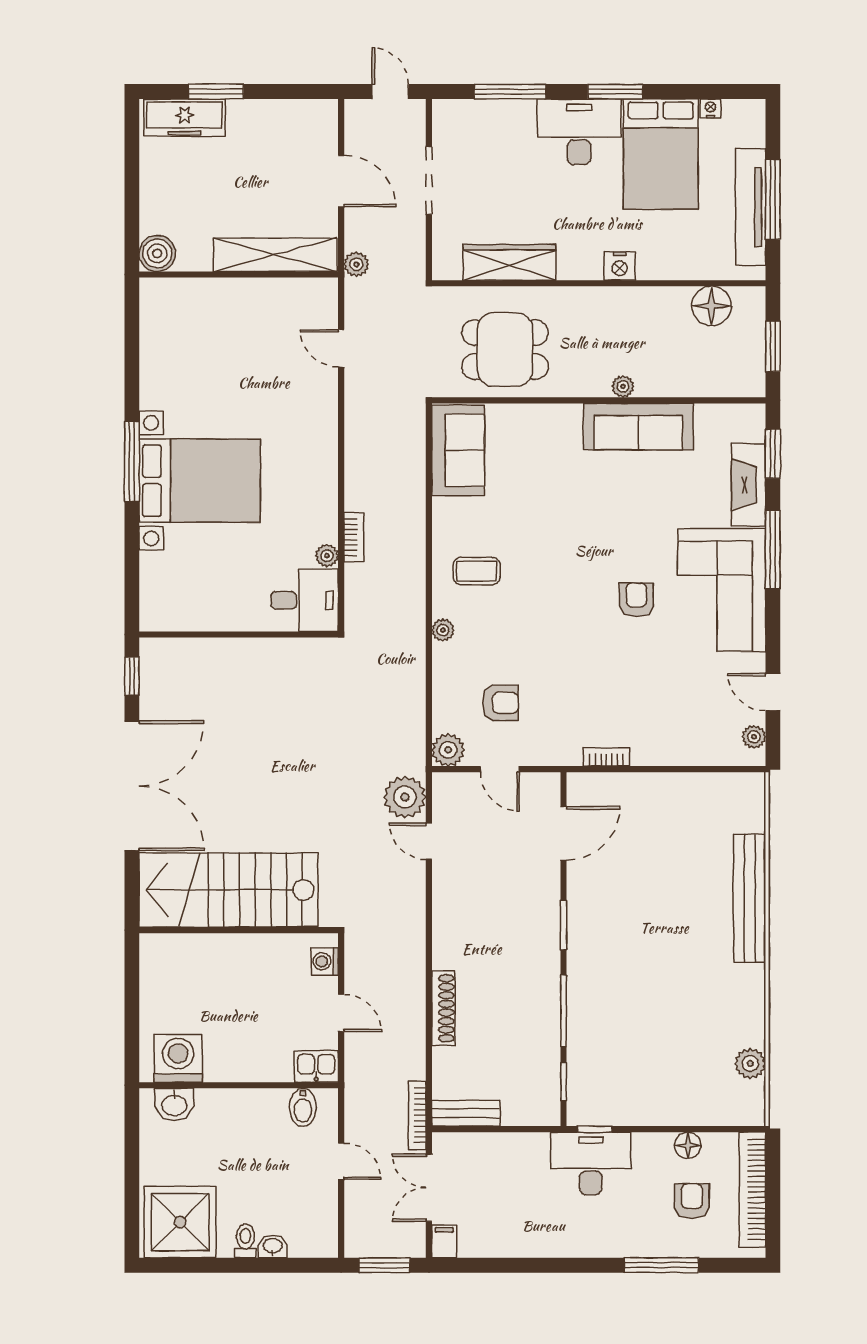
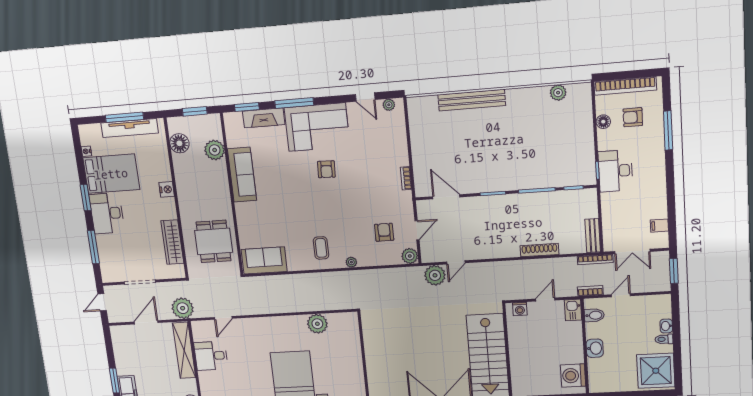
plant: (356, 264) -> (183, 308), width x1.88, depth x1.88
plant: (623, 386) -> (215, 150), moved, width x1.88, depth x1.88
bookcase: (354, 537) -> (590, 291), moved
plant: (327, 556) -> (317, 324), width x1.88, depth x1.88
desk: (305, 600) -> (211, 356), moved, turned -90
armchair: (636, 600) -> (326, 169), turned -88
door: (773, 692) -> (365, 97), hinge flipped
washbasin: (174, 1104) -> (595, 348), moved
filing cabinet: (444, 1241) -> (659, 226), moved

